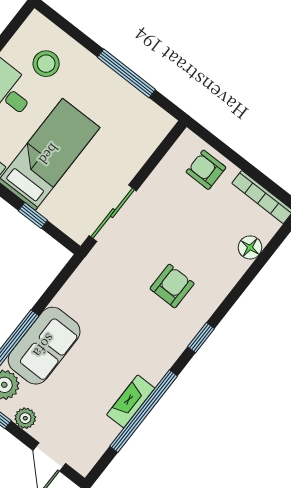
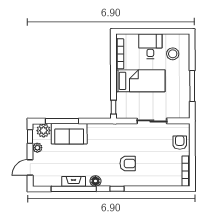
sliding door: (113, 213) -> (152, 121), moved
window: (33, 216) -> (114, 107), moved
floor lamp: (250, 247) -> (95, 181), moved

